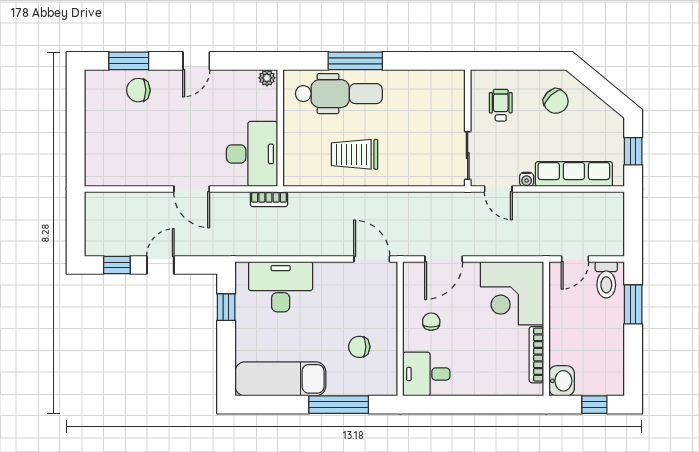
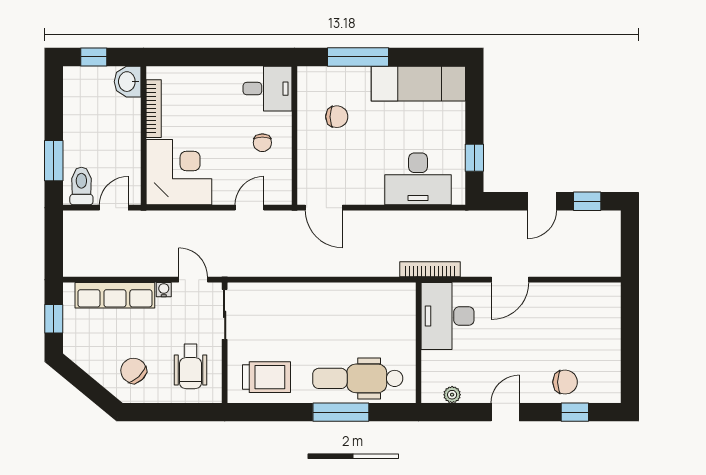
window: (129, 61) -> (575, 412), width x0.67
plant: (267, 78) -> (452, 395), moved
wheelchair: (501, 105) -> (191, 366), width x1.36, depth x1.37
trolley: (355, 154) -> (266, 377), moved
door: (192, 189) -> (510, 280), swing flipped
bookcase: (269, 199) -> (430, 269), width x1.56
door: (444, 259) -> (249, 208), width x0.73

